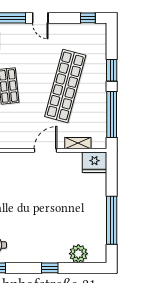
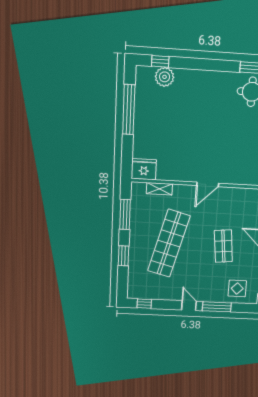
window: (112, 114) -> (125, 214), width x0.68
door: (46, 150) -> (208, 184), moved
window: (50, 268) -> (160, 61), moved

